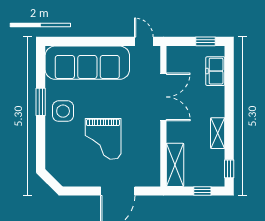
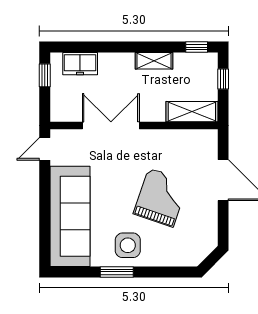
grand piano: (103, 139) -> (161, 198), turned -71

